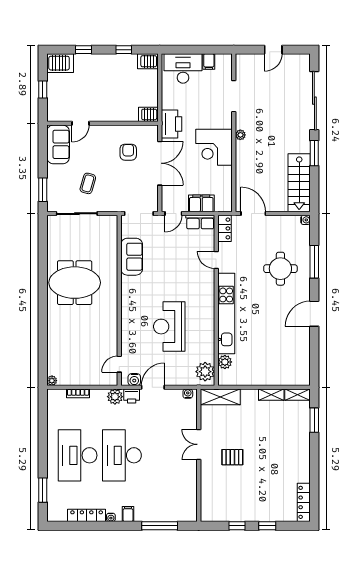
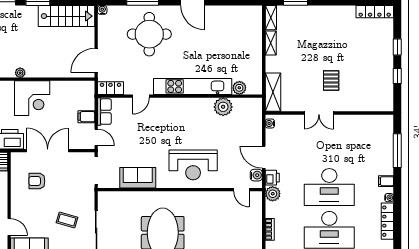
filing cabinet: (201, 203) -> (86, 117), width x0.50
round table: (280, 269) -> (149, 34), width x1.36, depth x1.36
reception desk: (169, 327) -> (193, 165), moved
plant: (205, 372) -> (223, 107), moved

